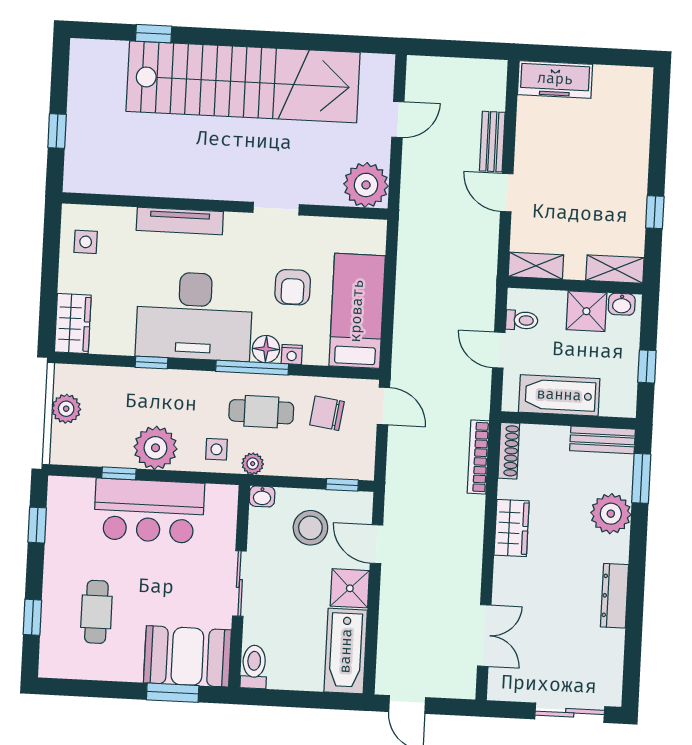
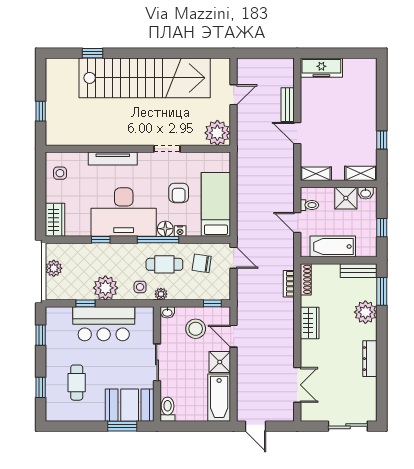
bookcase: (478, 457) -> (289, 284), width x0.64

